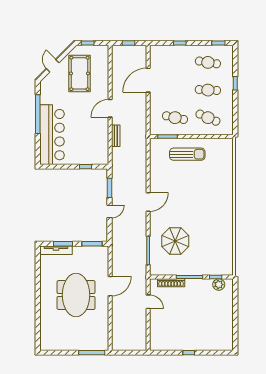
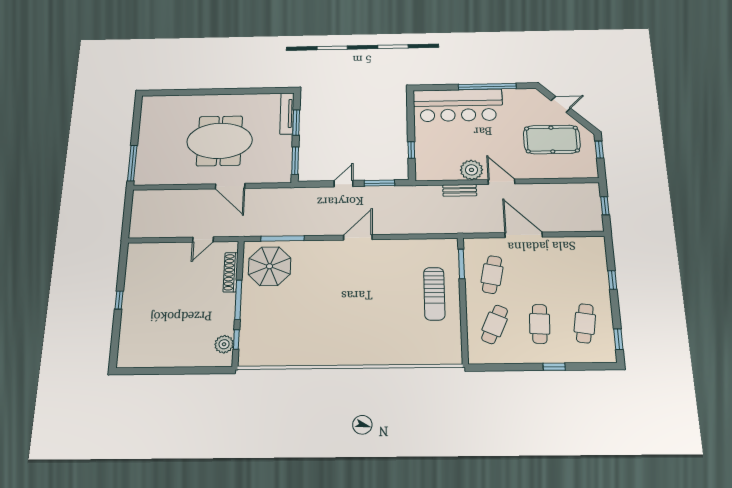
door: (148, 80) -> (524, 235), moved
plant: (101, 127) -> (471, 170), added
door: (148, 202) -> (358, 237), swing flipped
door: (110, 212) -> (343, 184), swing flipped
parasol: (175, 241) -> (270, 266), moved

